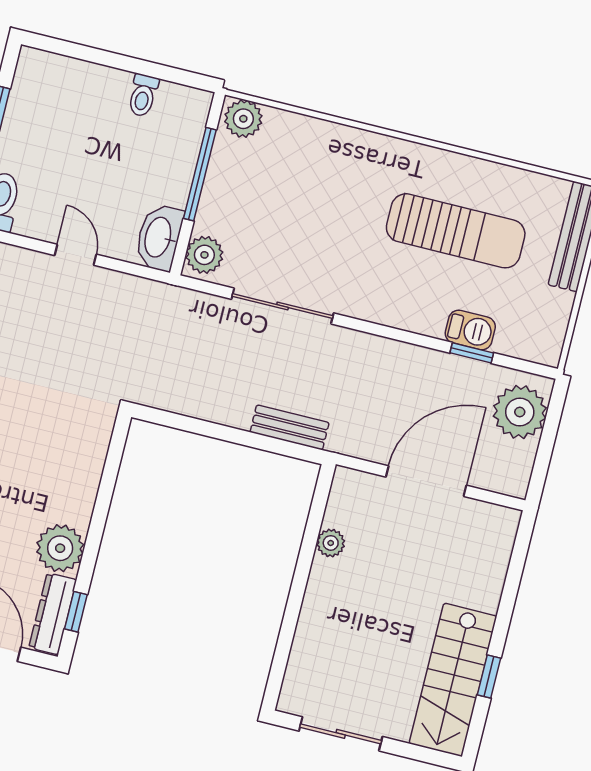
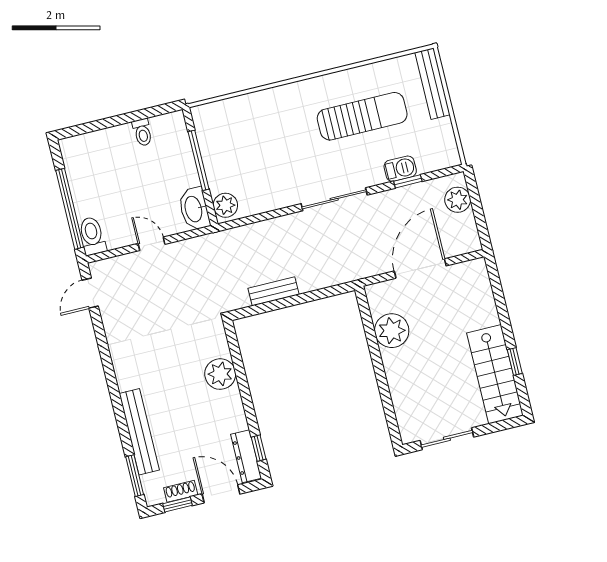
plant: (243, 119) -> (207, 116), removed
sliding door: (283, 306) -> (334, 199), moved
plant: (520, 412) -> (458, 200), width x0.73, depth x0.73
bench: (290, 427) -> (274, 291), moved
plant: (331, 543) -> (392, 331), width x1.88, depth x1.88
plant: (60, 548) -> (220, 374), moved

